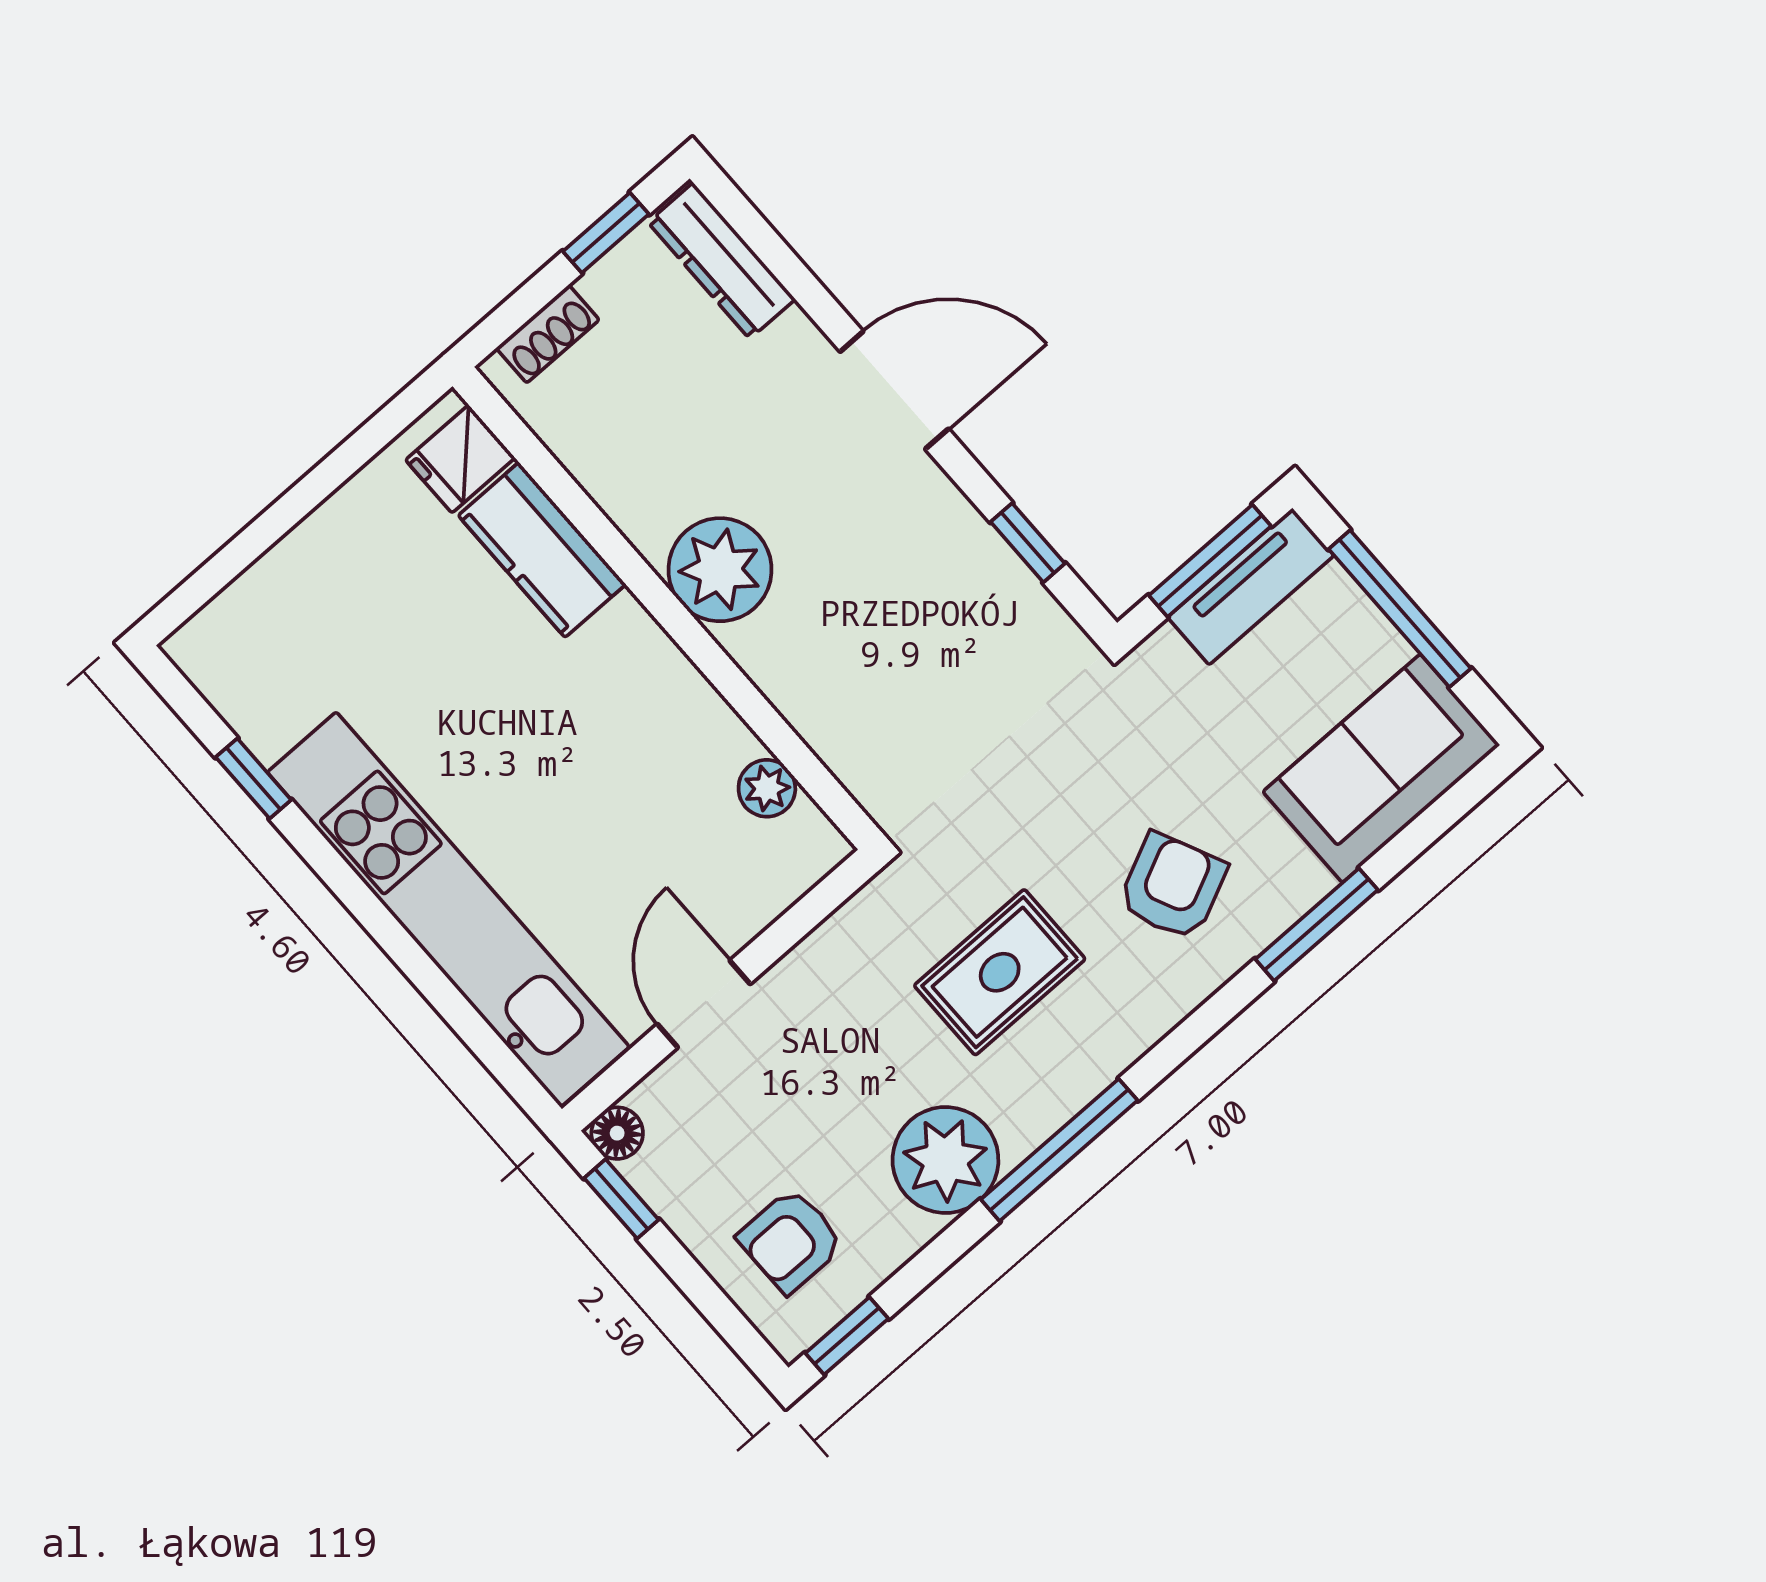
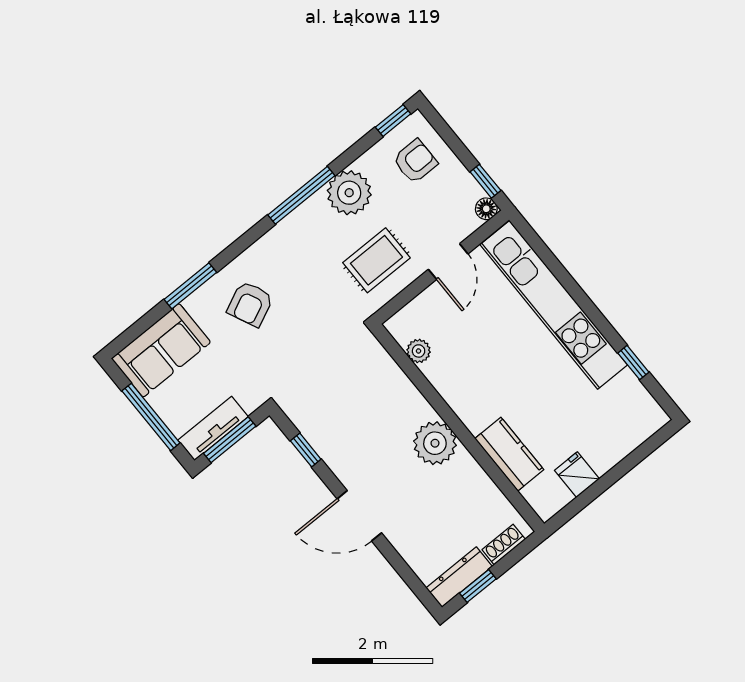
dresser: (721, 261) -> (459, 577), moved, turned -90
fridge: (460, 459) -> (577, 475), moved, turned -90
rug: (1000, 972) -> (376, 260), moved

